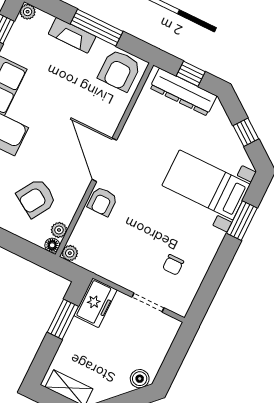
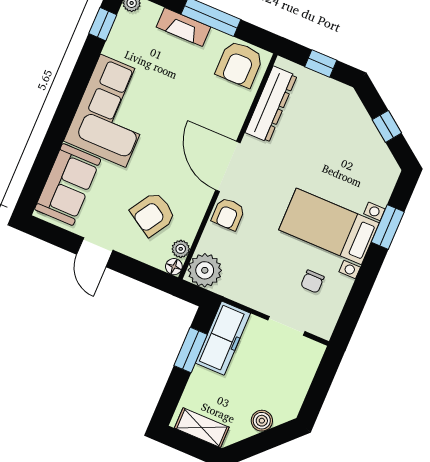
dresser: (183, 92) -> (271, 104), moved, turned -90
bed with nightstands: (206, 185) -> (329, 226), moved
plant: (70, 253) -> (205, 270), width x1.88, depth x1.88
freezer: (96, 303) -> (223, 338), width x1.40
boiler: (140, 379) -> (262, 421), moved

